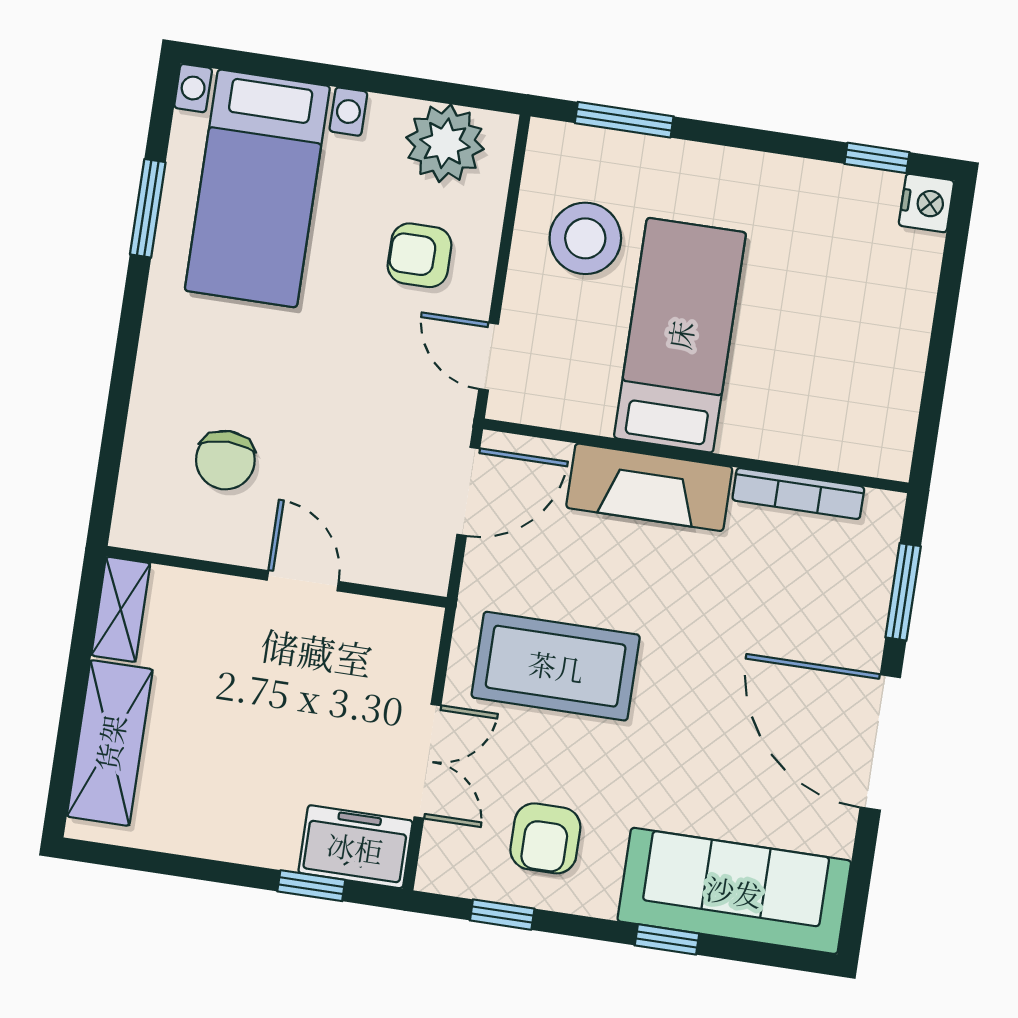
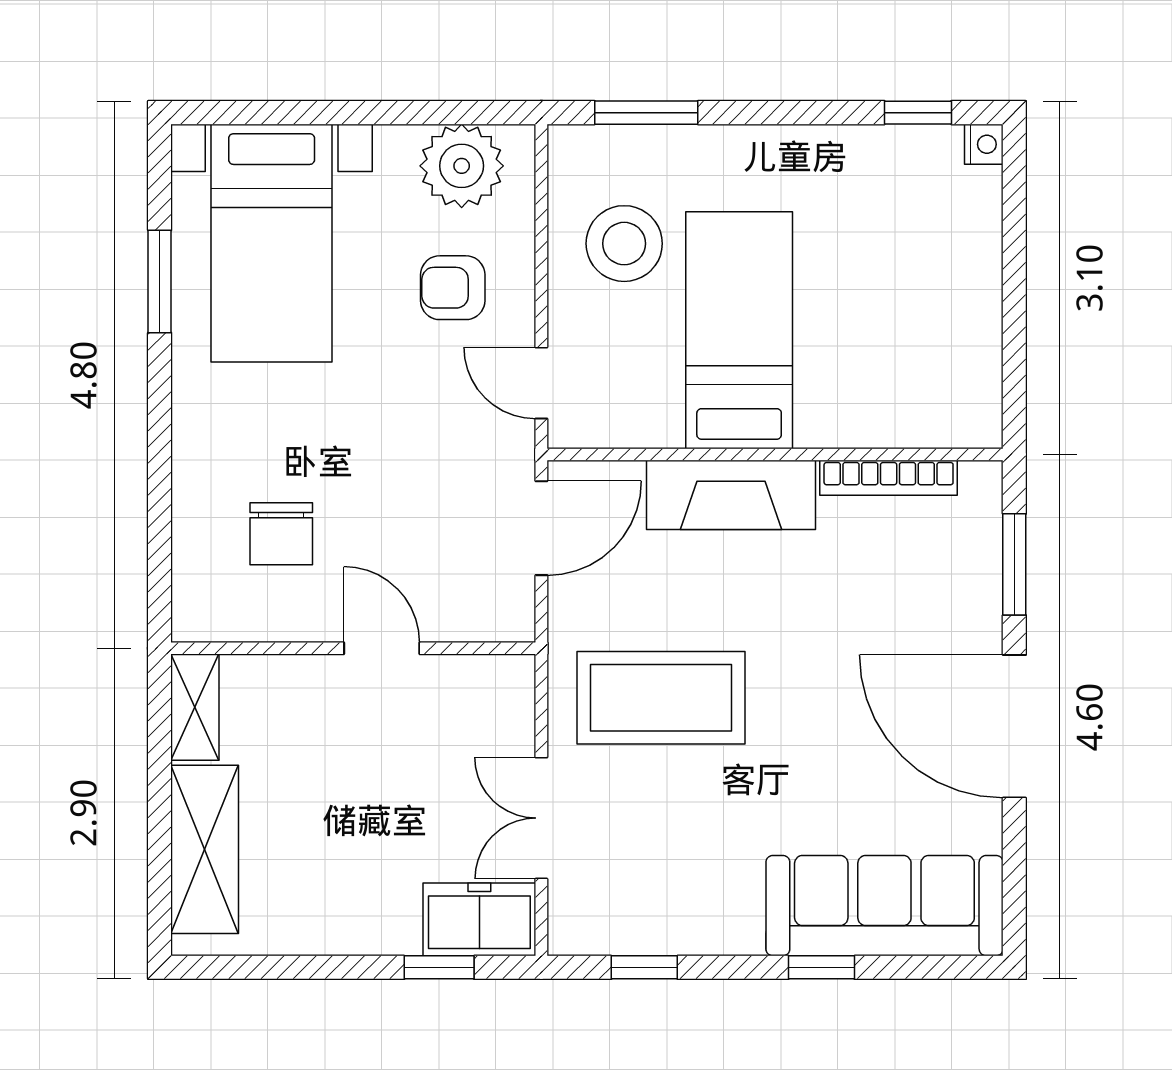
nightstand: (926, 203) -> (984, 144), width x0.72, depth x0.74
double door: (427, 761) -> (541, 818), swing flipped
armchair: (545, 838) -> (678, 880), removed

